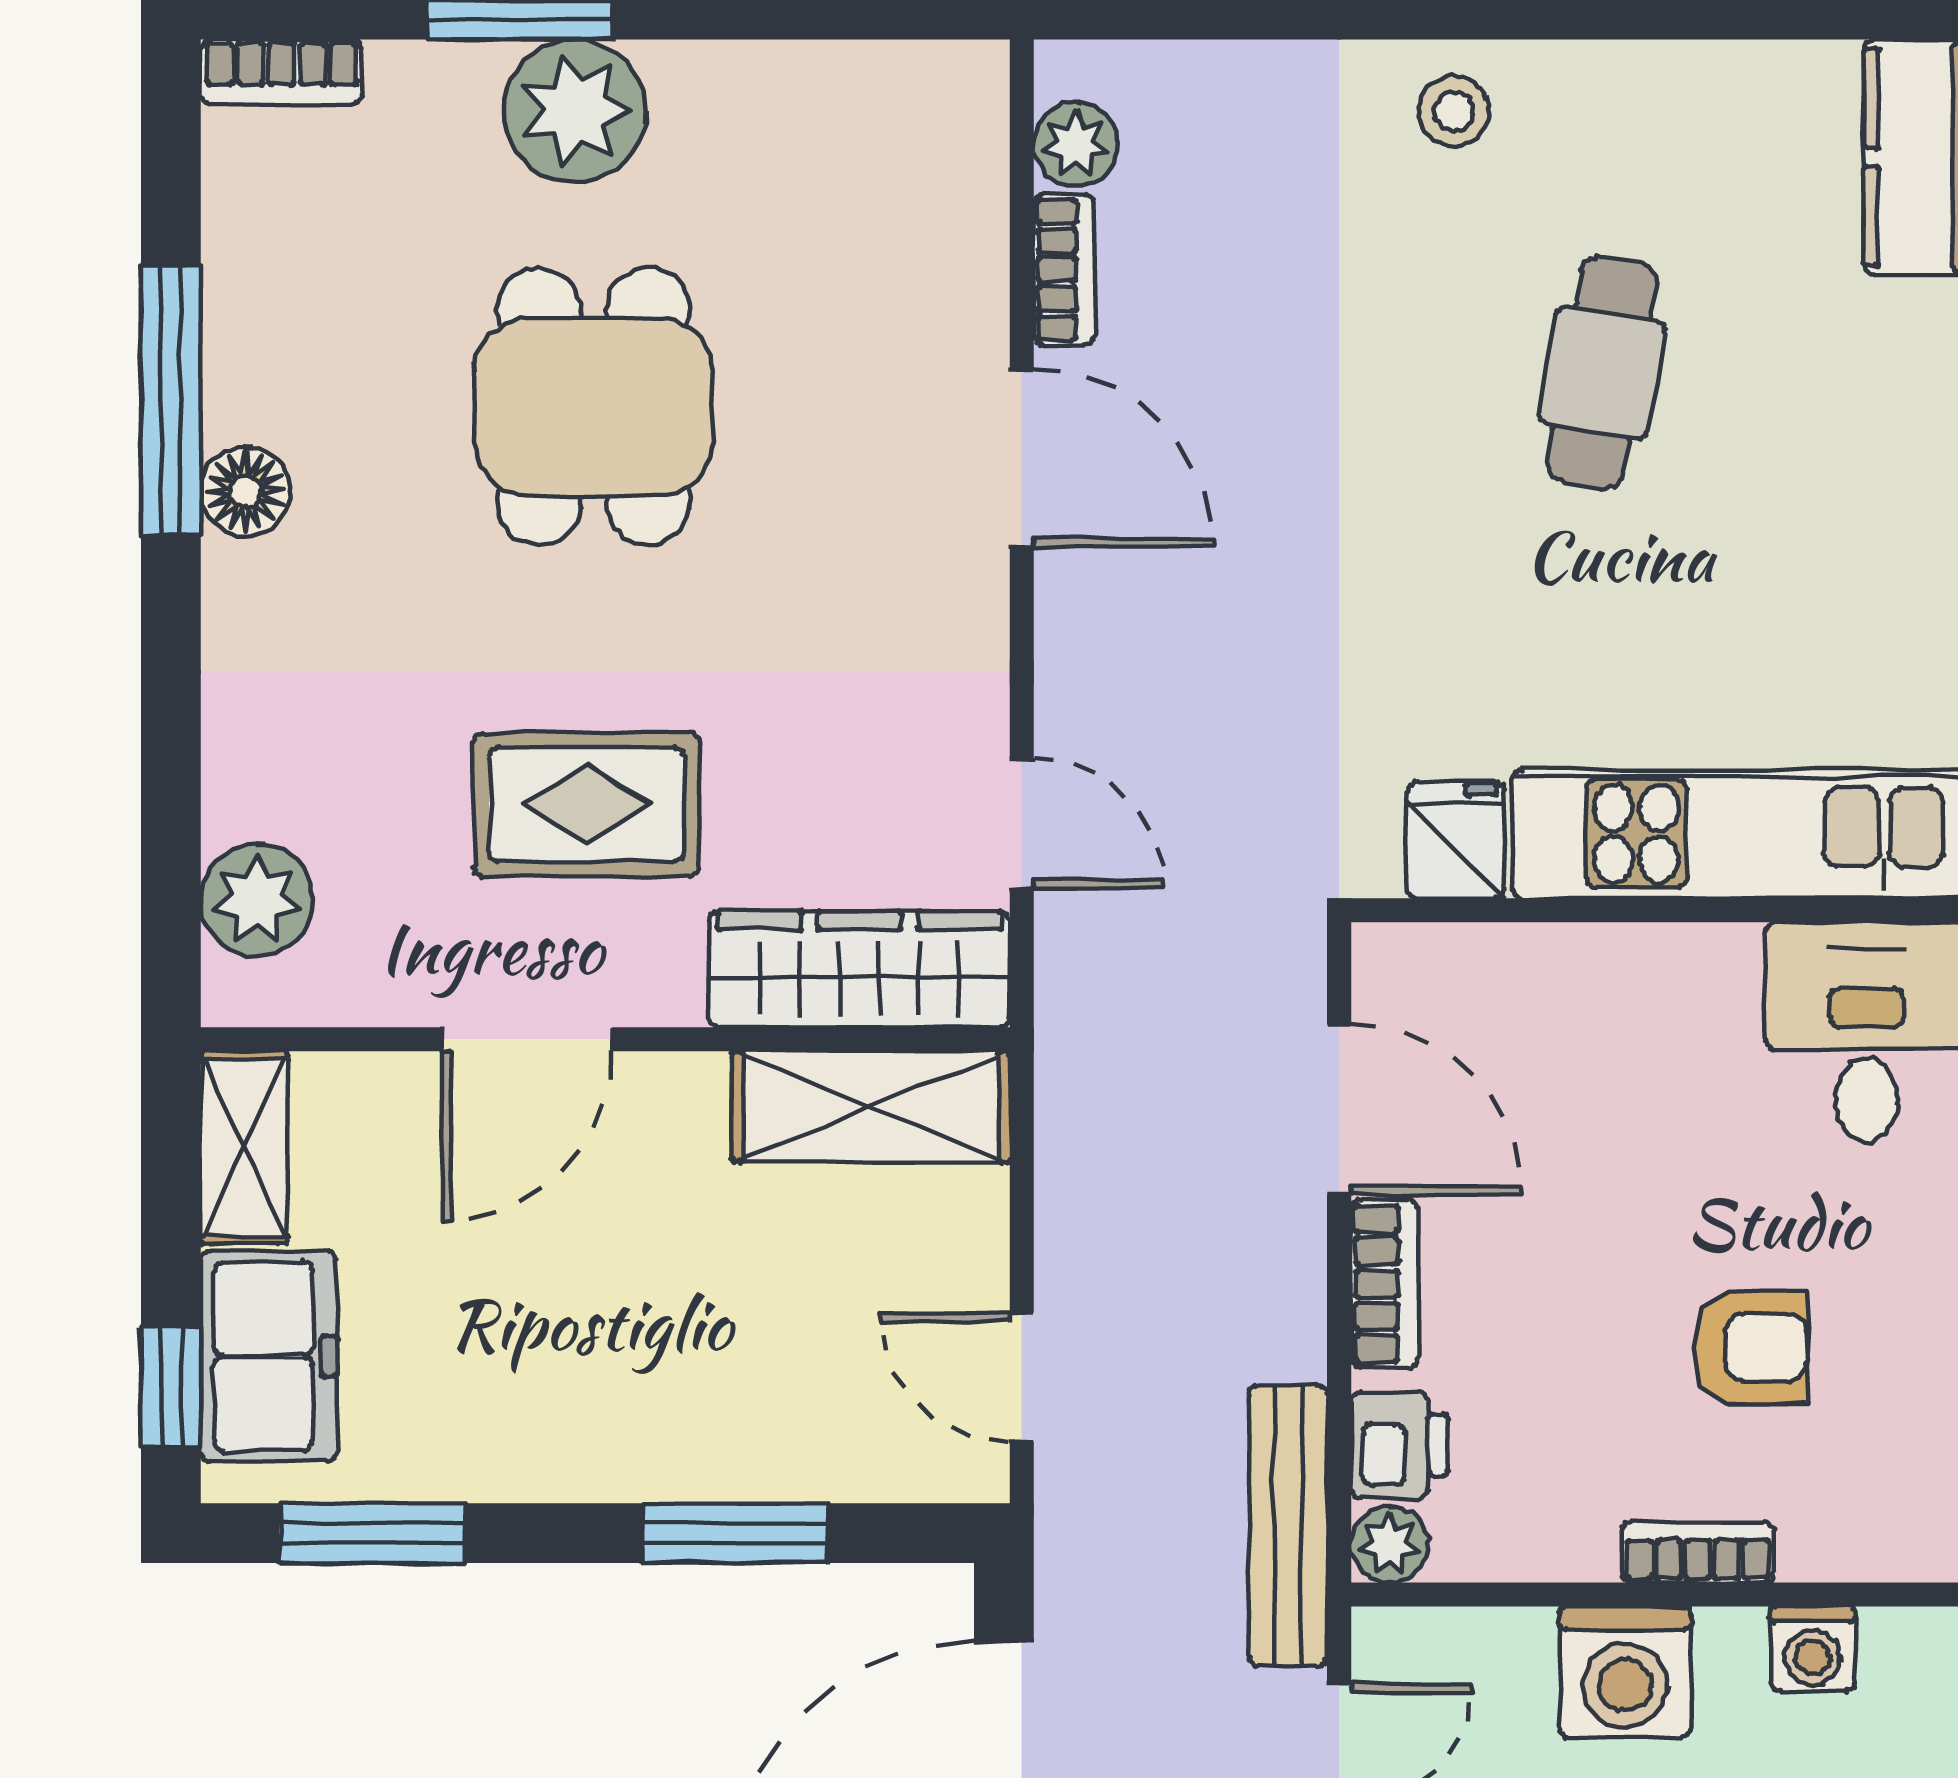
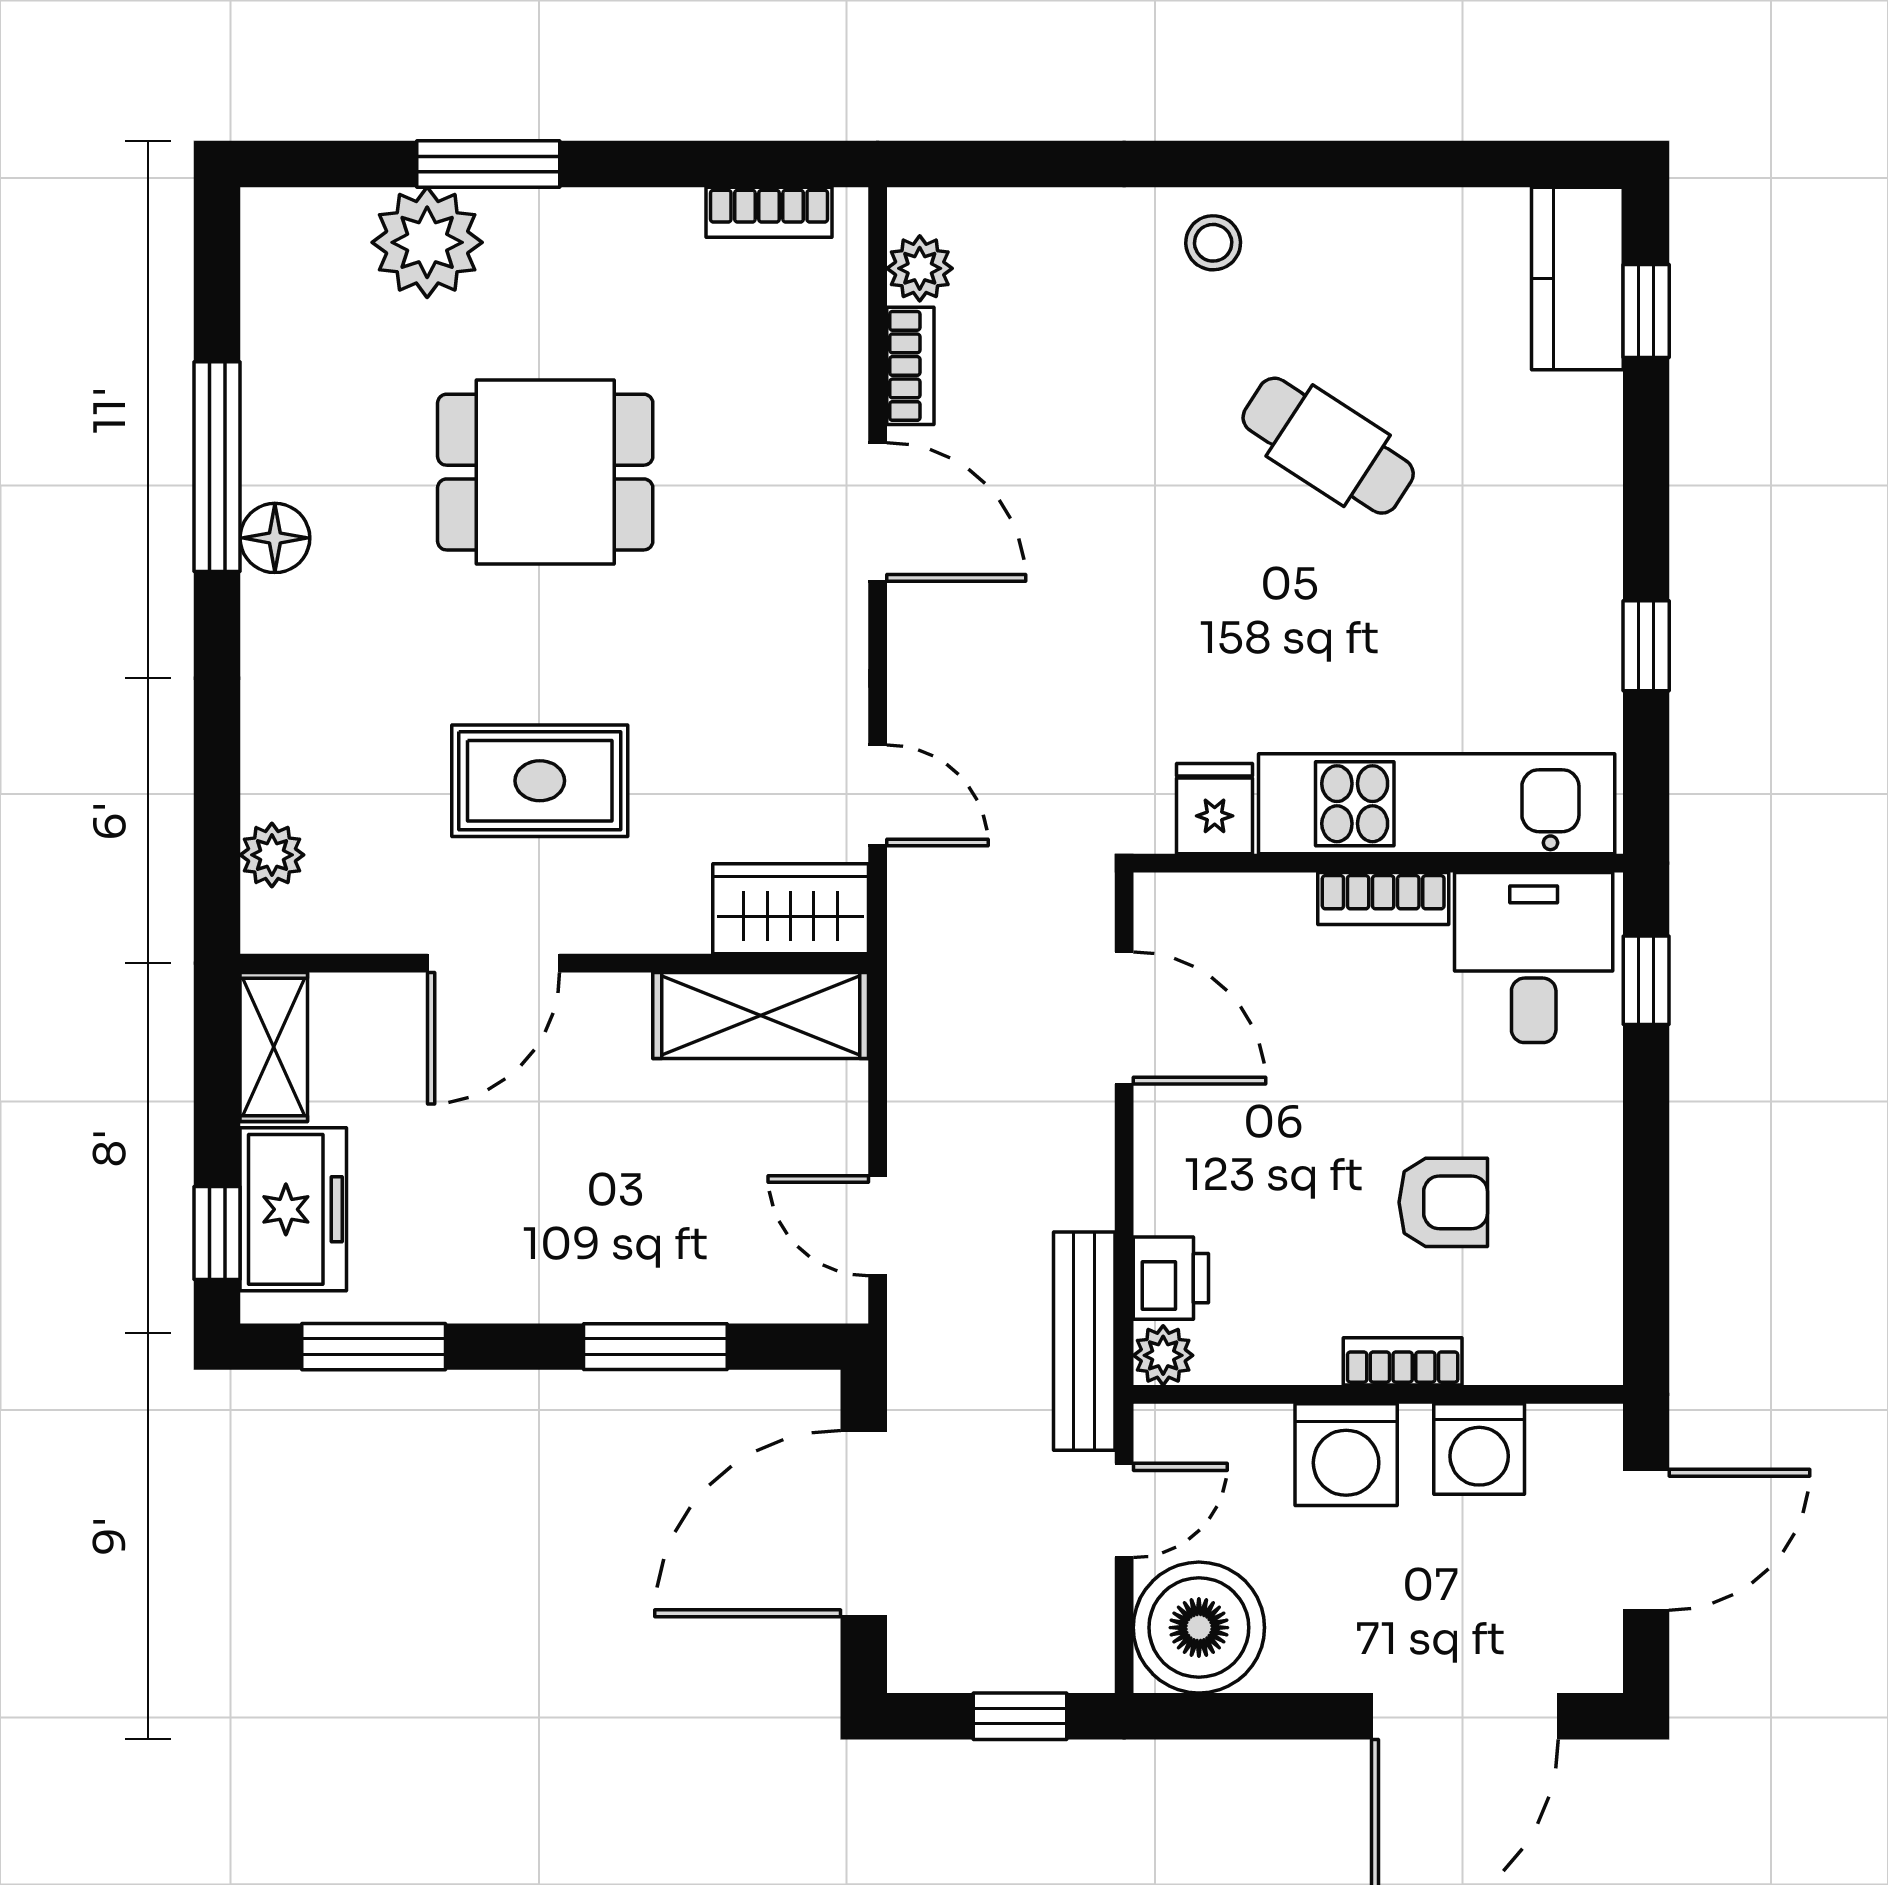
bookcase: (281, 72) -> (769, 212), moved
plant: (575, 111) -> (427, 242), moved
cafe table: (1602, 373) -> (1328, 446), turned -67
dining table: (593, 407) -> (545, 472), turned 90
plant: (257, 900) -> (272, 855), width x0.73, depth x0.73
wardrobe: (859, 969) -> (791, 909), width x0.67
bookcase: (1385, 1284) -> (1383, 898), moved, turned 90
washing machine: (1812, 1649) -> (1479, 1449), width x1.38, depth x1.38

